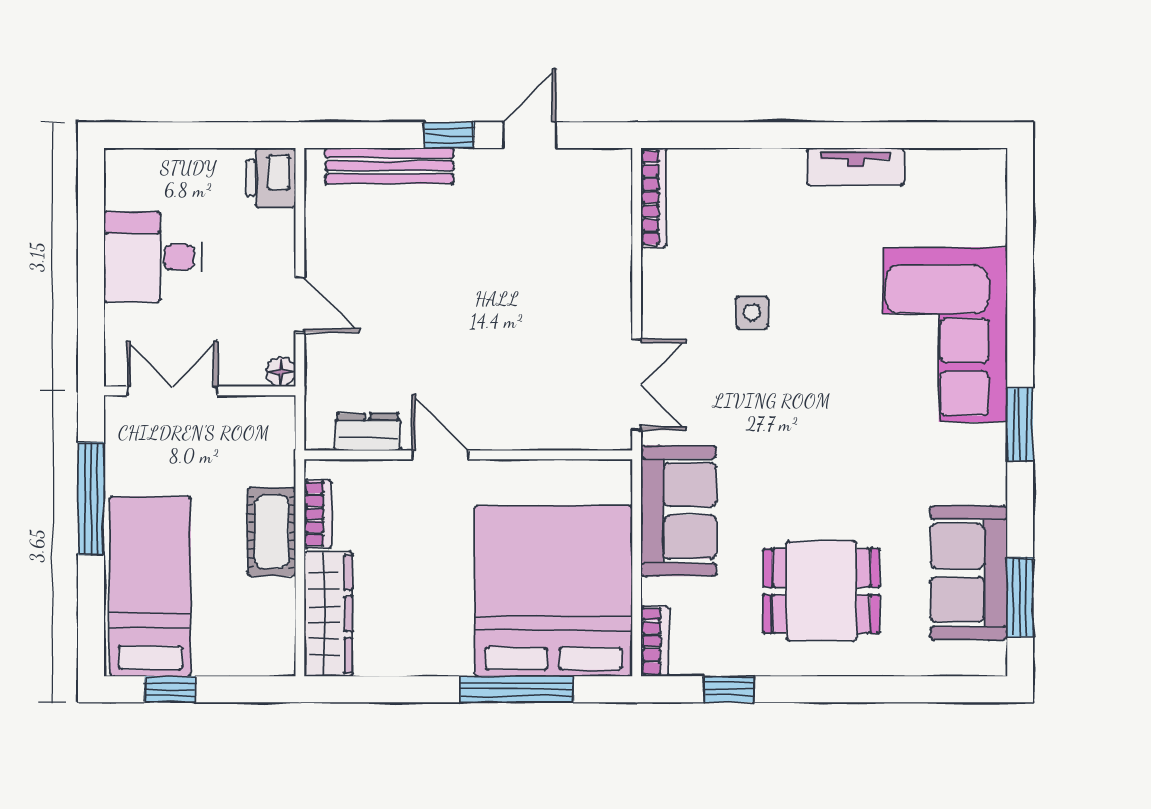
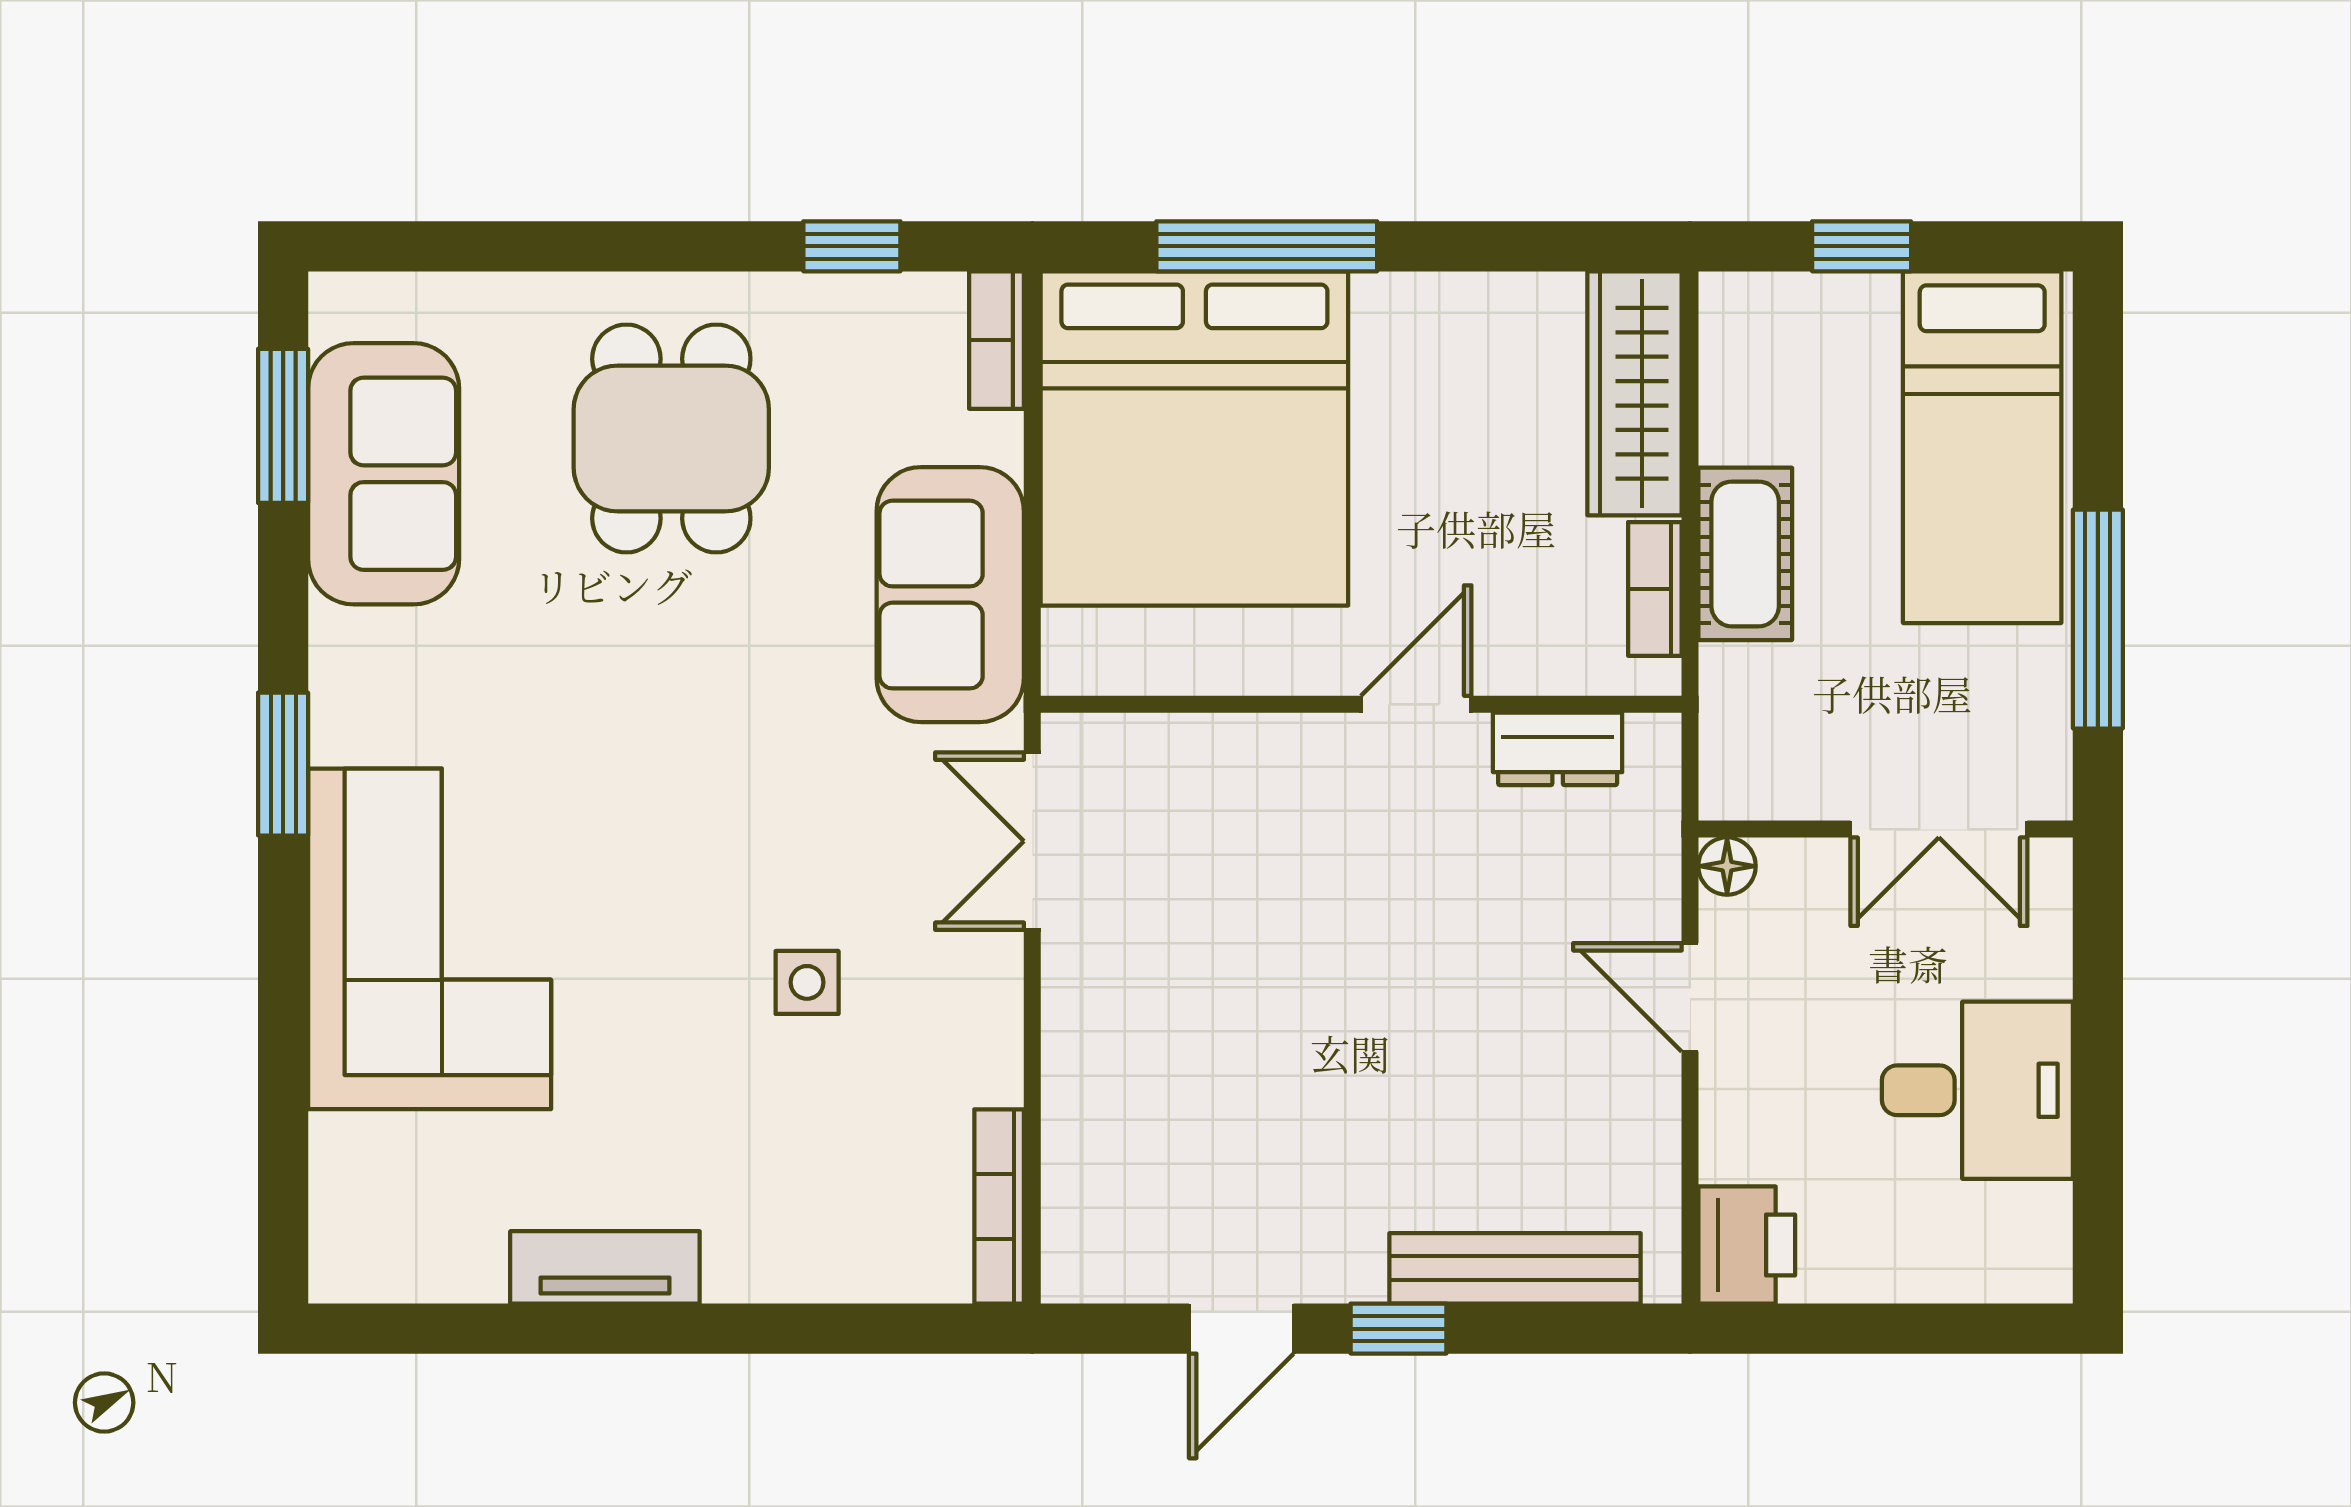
door: (440, 455) -> (1416, 704), swing flipped
dining table: (821, 591) -> (671, 439), turned 90
window: (170, 689) -> (1862, 246), moved

